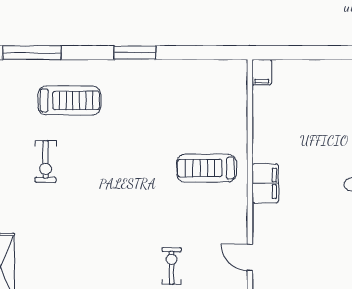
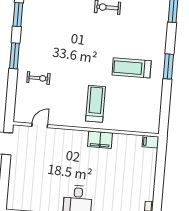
treadmill: (69, 100) -> (132, 68), moved, turned 90
filing cabinet: (265, 183) -> (100, 140), moved

